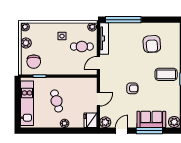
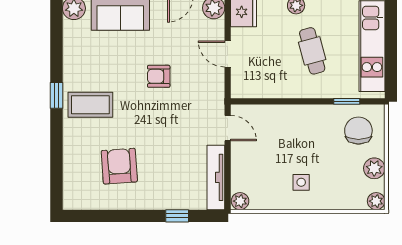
window: (123, 20) -> (177, 216), width x0.32
cafe table: (82, 47) -> (261, 161), removed
door: (98, 63) -> (228, 128), hinge flipped
door: (98, 99) -> (228, 54), hinge flipped

